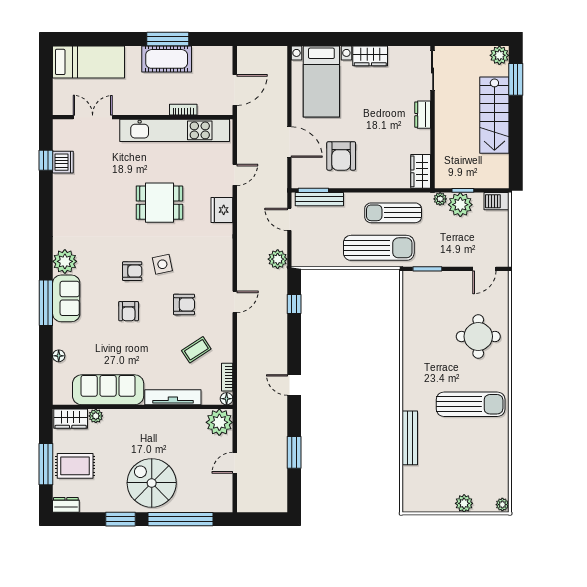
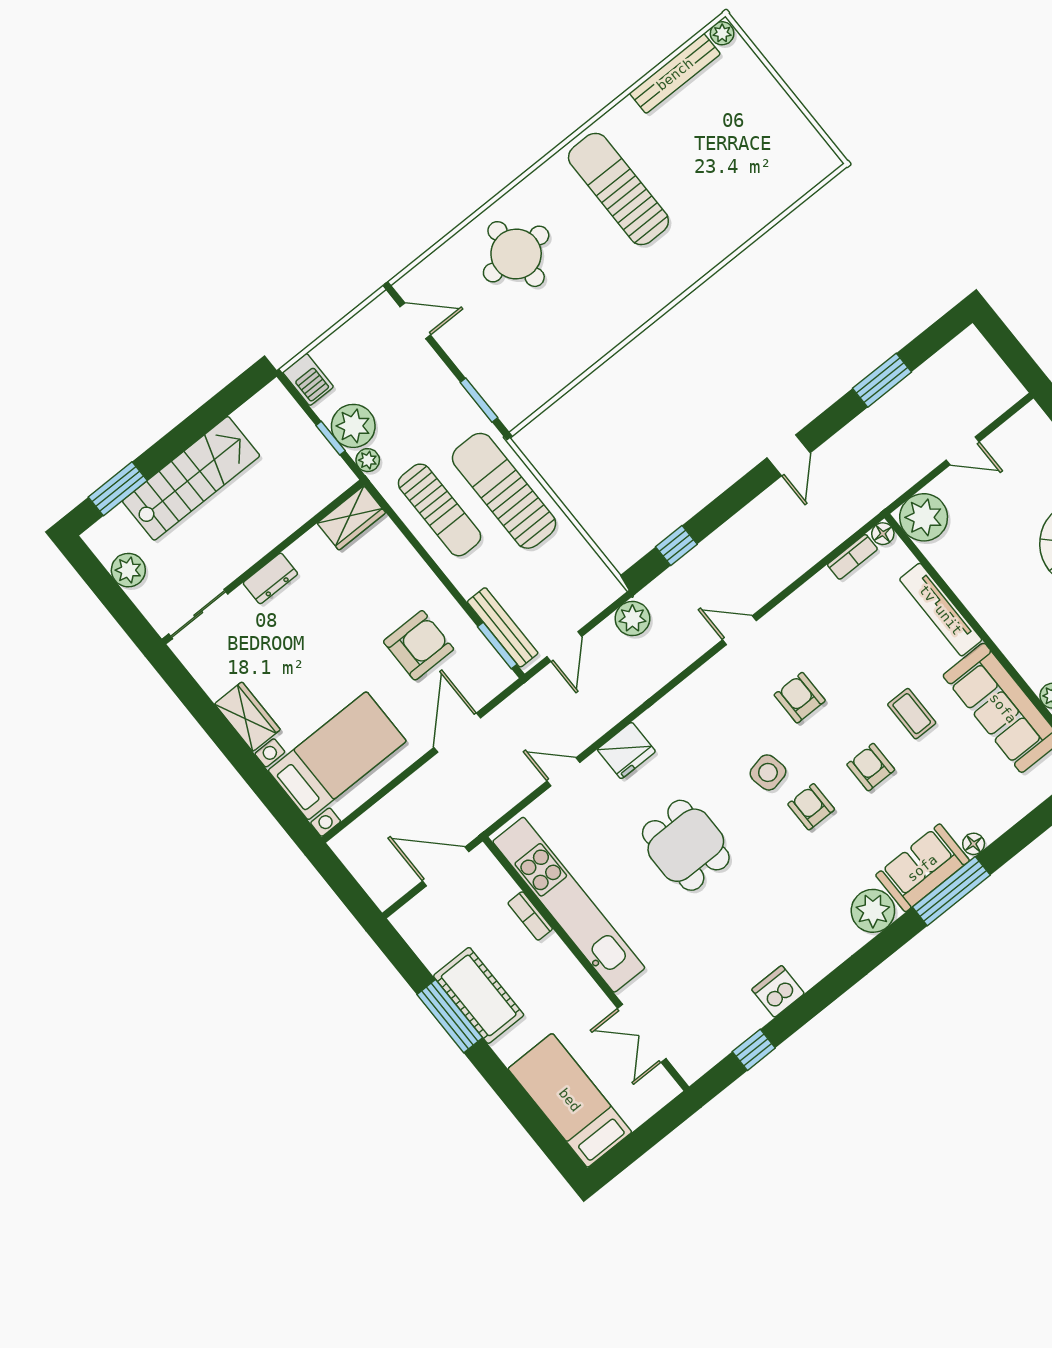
plant: (499, 55) -> (128, 570), moved
dishwasher: (63, 162) -> (778, 991), moved
armchair: (129, 311) -> (871, 767), turned -90
coffee table: (196, 350) -> (912, 714), moved, turned 33
floor lamp: (59, 356) -> (974, 844), moved
bench: (410, 438) -> (675, 74), moved
plant: (464, 503) -> (763, 88), removed

